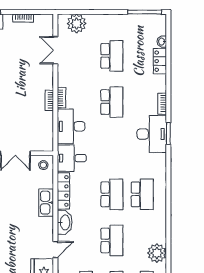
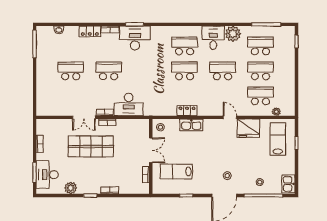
plant: (77, 24) -> (44, 100), removed
double door: (55, 50) -> (84, 117), moved
locker: (160, 61) -> (90, 31), moved
shop shelf: (20, 80) -> (91, 146), added
desk: (72, 158) -> (213, 38), moved, turned 180
locker: (63, 191) -> (187, 111), width x0.66
washbasin: (65, 222) -> (208, 110), removed

